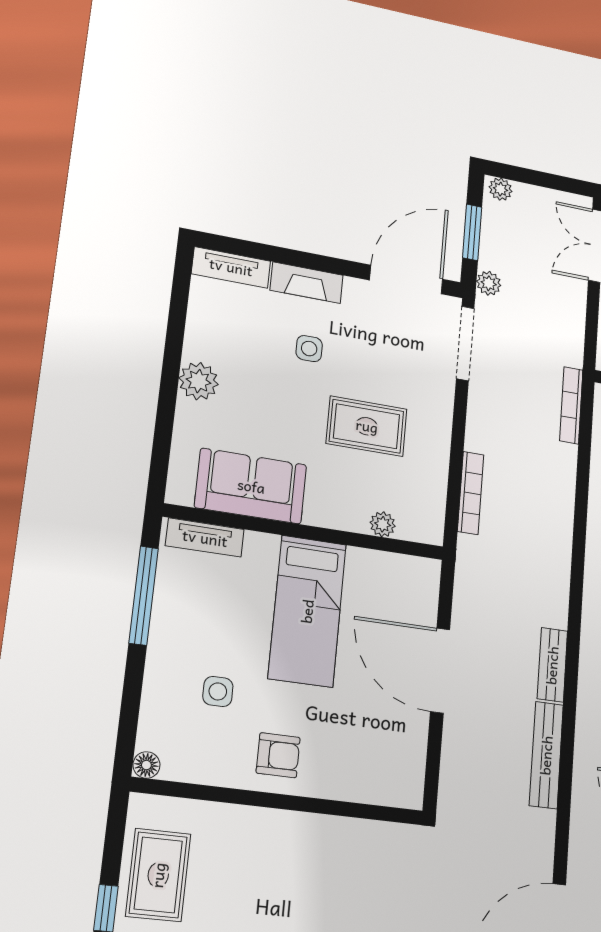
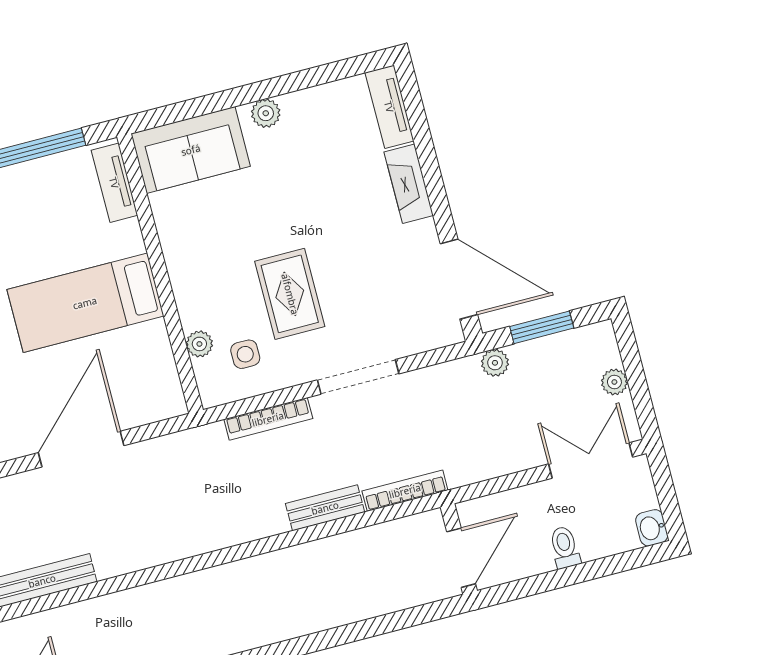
plant: (500, 189) -> (614, 382), moved
doorway: (465, 343) -> (358, 377), moved
side table: (309, 349) -> (245, 354), moved
plant: (199, 381) -> (266, 113), width x0.73, depth x0.73
sofa: (251, 486) -> (191, 150), moved, turned 90
bench: (552, 665) -> (325, 508), moved

